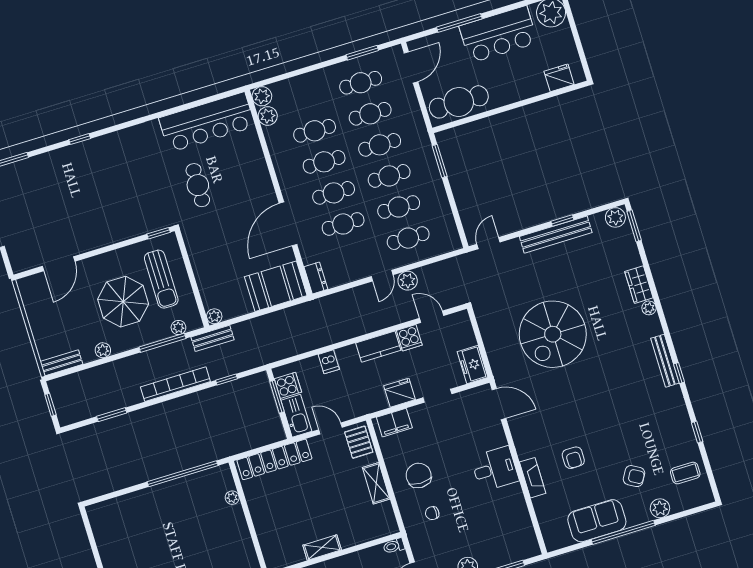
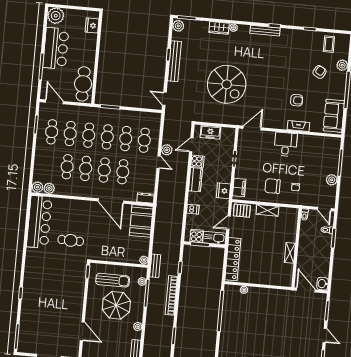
freezer: (473, 365) -> (210, 132), moved
fridge: (400, 393) -> (223, 191), moved
sofa: (597, 521) -> (334, 116), moved

